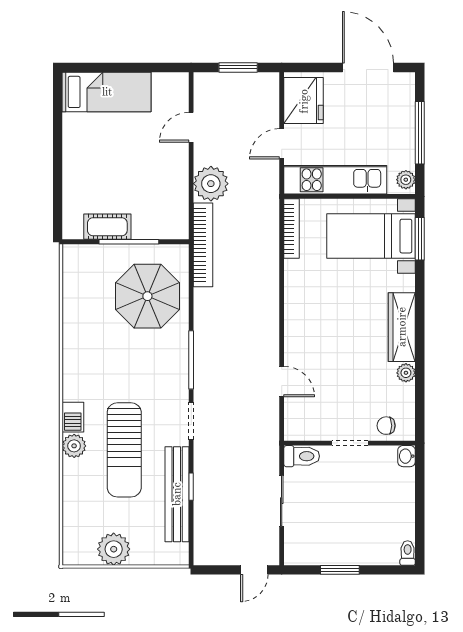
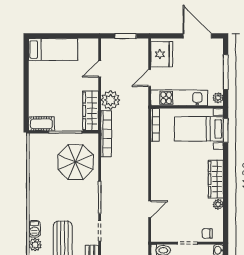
wardrobe: (175, 203) -> (91, 111), added
cot: (107, 227) -> (41, 124), moved
door: (282, 382) -> (150, 209), hinge flipped

